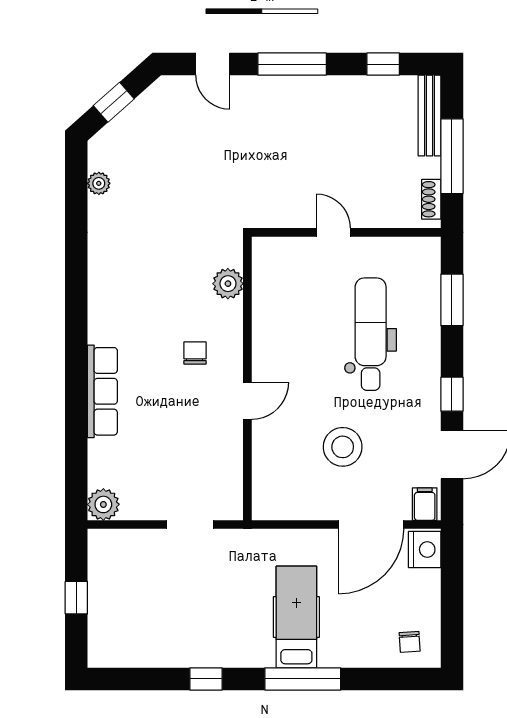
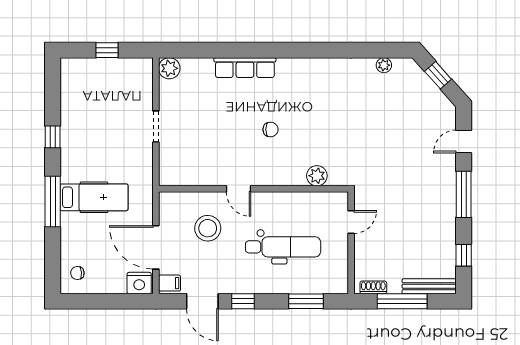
plant: (228, 284) -> (317, 176), moved
wall: (247, 378) -> (253, 189), moved
door: (247, 401) -> (238, 189), moved

